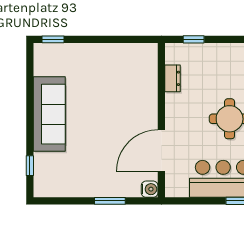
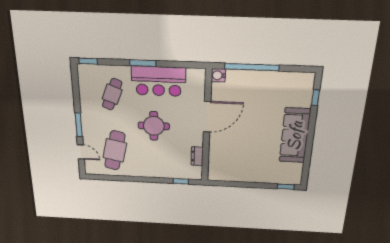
door: (161, 151) -> (207, 117), moved
window: (110, 201) -> (252, 67), width x2.11

